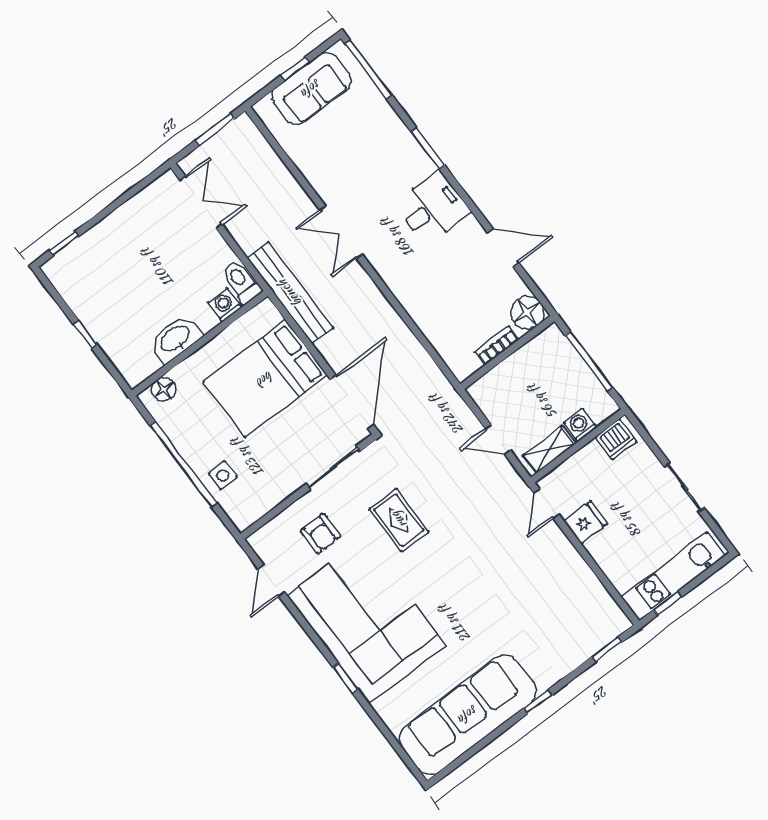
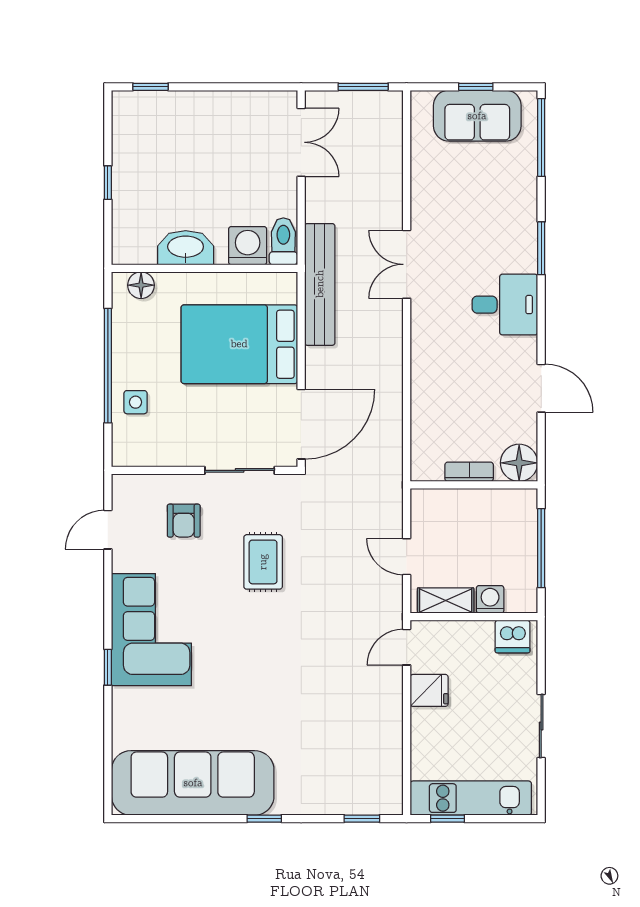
washing machine: (225, 305) -> (248, 246), width x1.38, depth x1.38
corner sofa: (366, 620) -> (151, 630), width x0.73, depth x0.74

